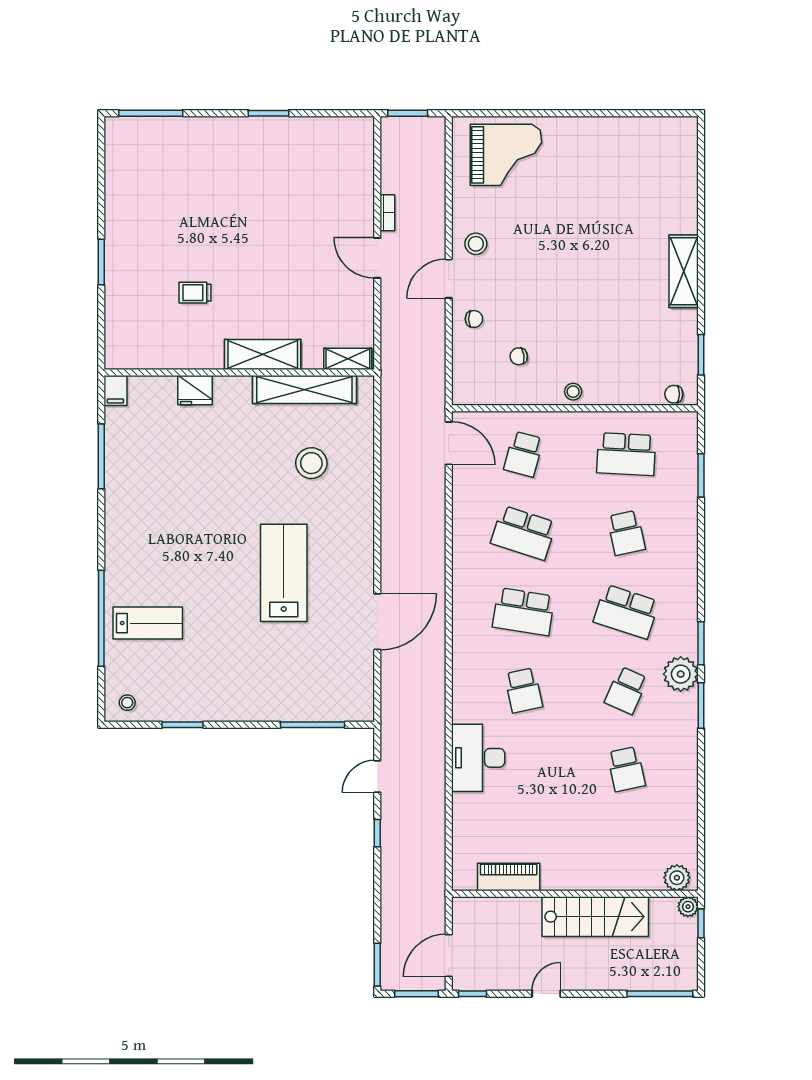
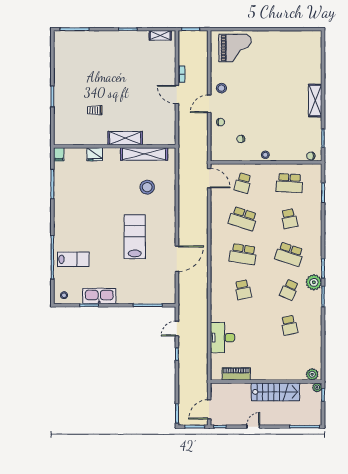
shelving: (348, 359) -> (160, 35), moved
kitchen sink: (205, 705) -> (99, 296), added
desk: (478, 758) -> (222, 338), moved

